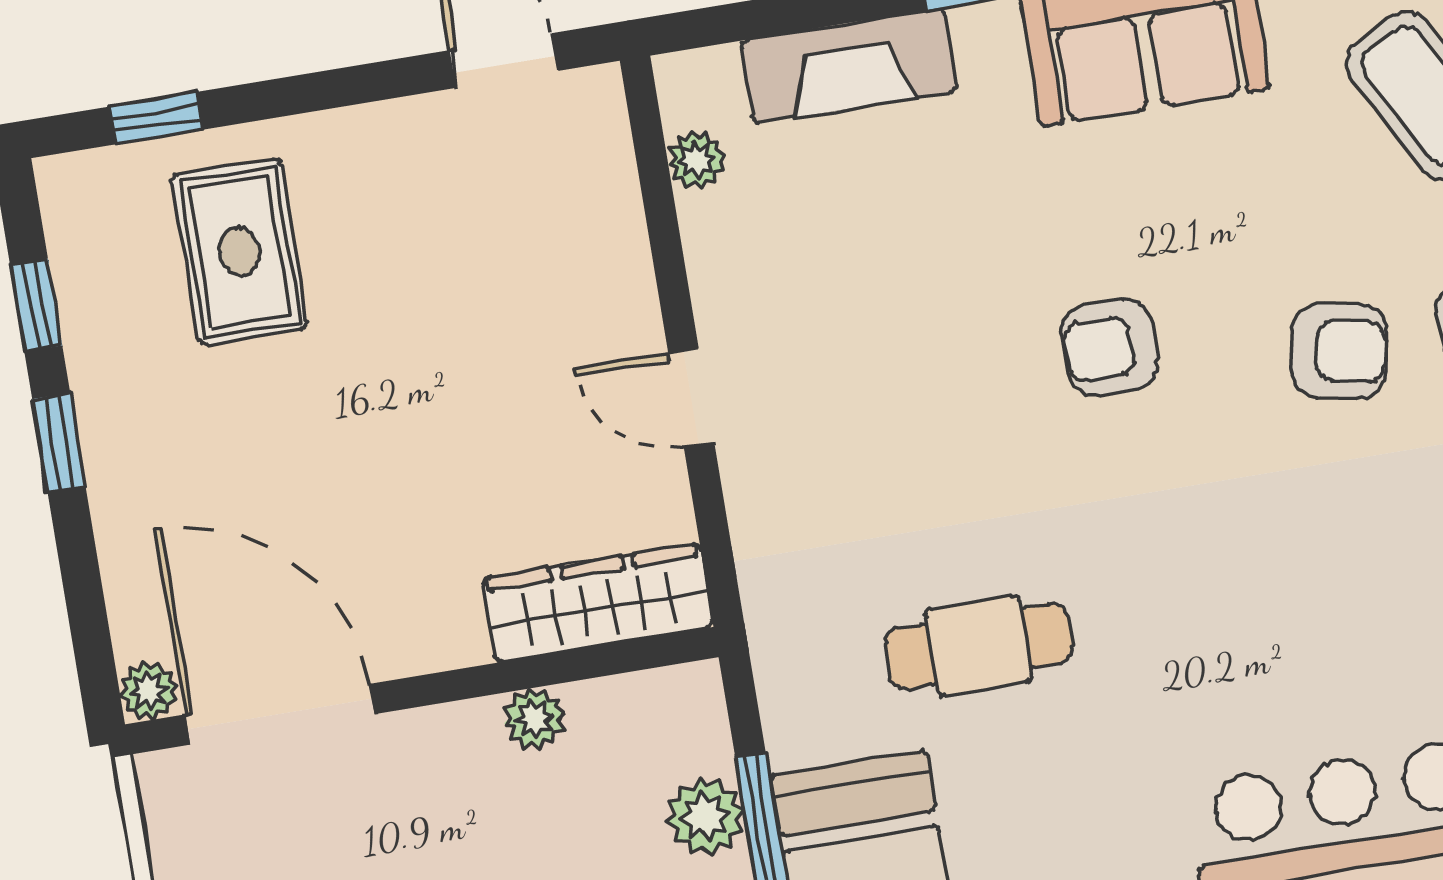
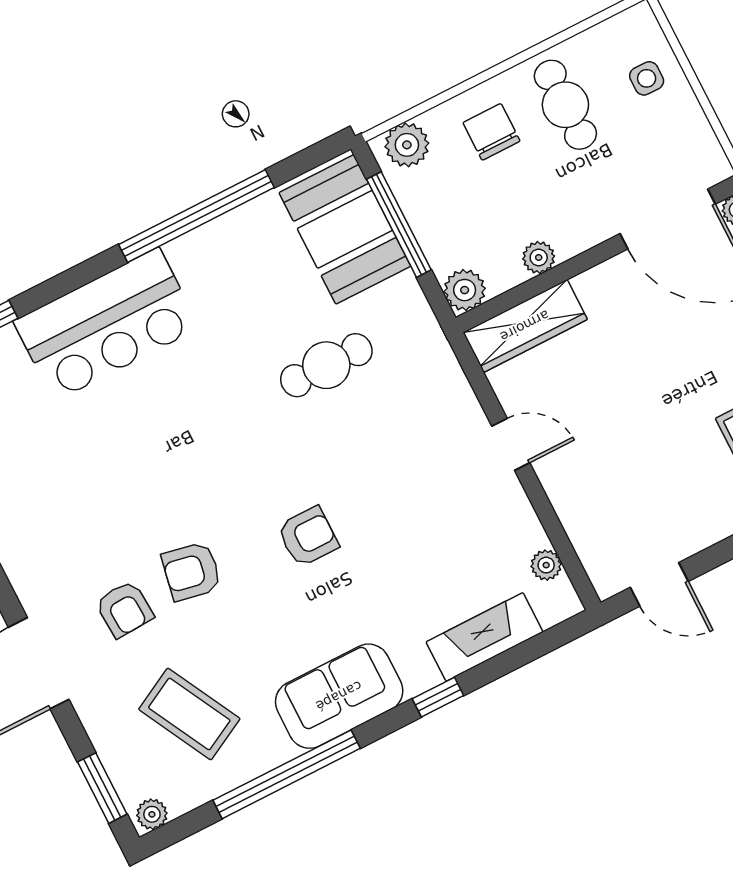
plant: (705, 816) -> (465, 290), moved

